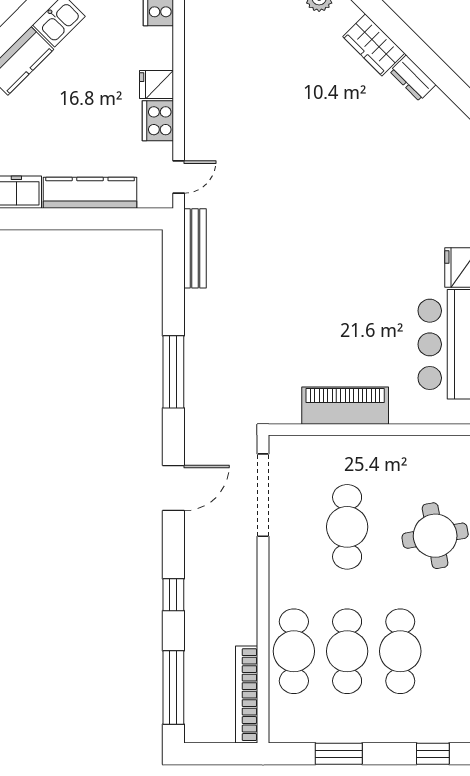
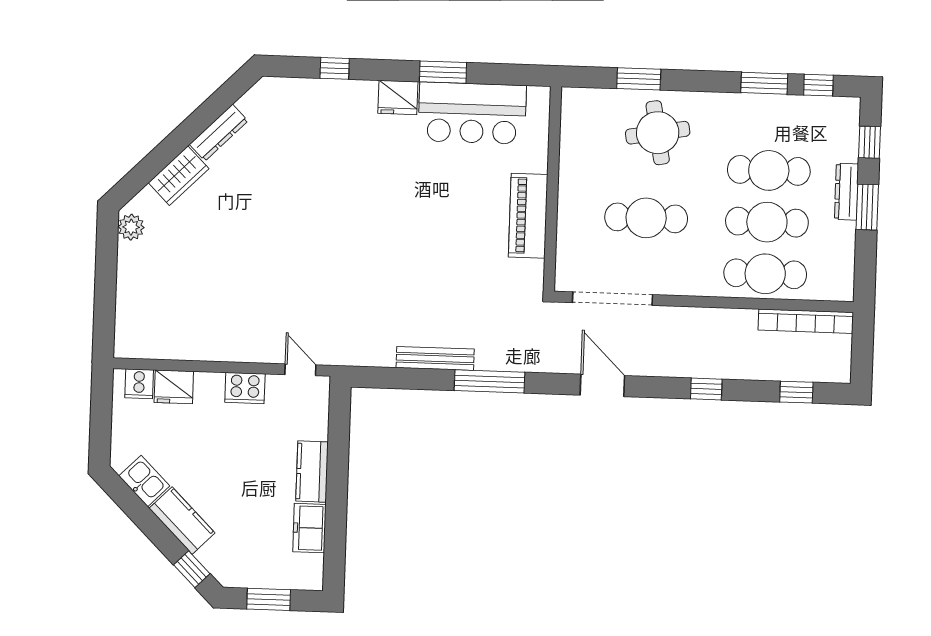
dresser: (413, 78) -> (219, 133), width x1.44
fridge: (157, 84) -> (174, 387), moved, width x1.38
kitchen counter: (90, 193) -> (312, 471), width x0.67
bench: (195, 248) -> (435, 358), moved
window: (173, 688) -> (796, 392), width x0.46
dresser: (381, 732) -> (846, 192), added
window: (339, 754) -> (867, 207), moved

